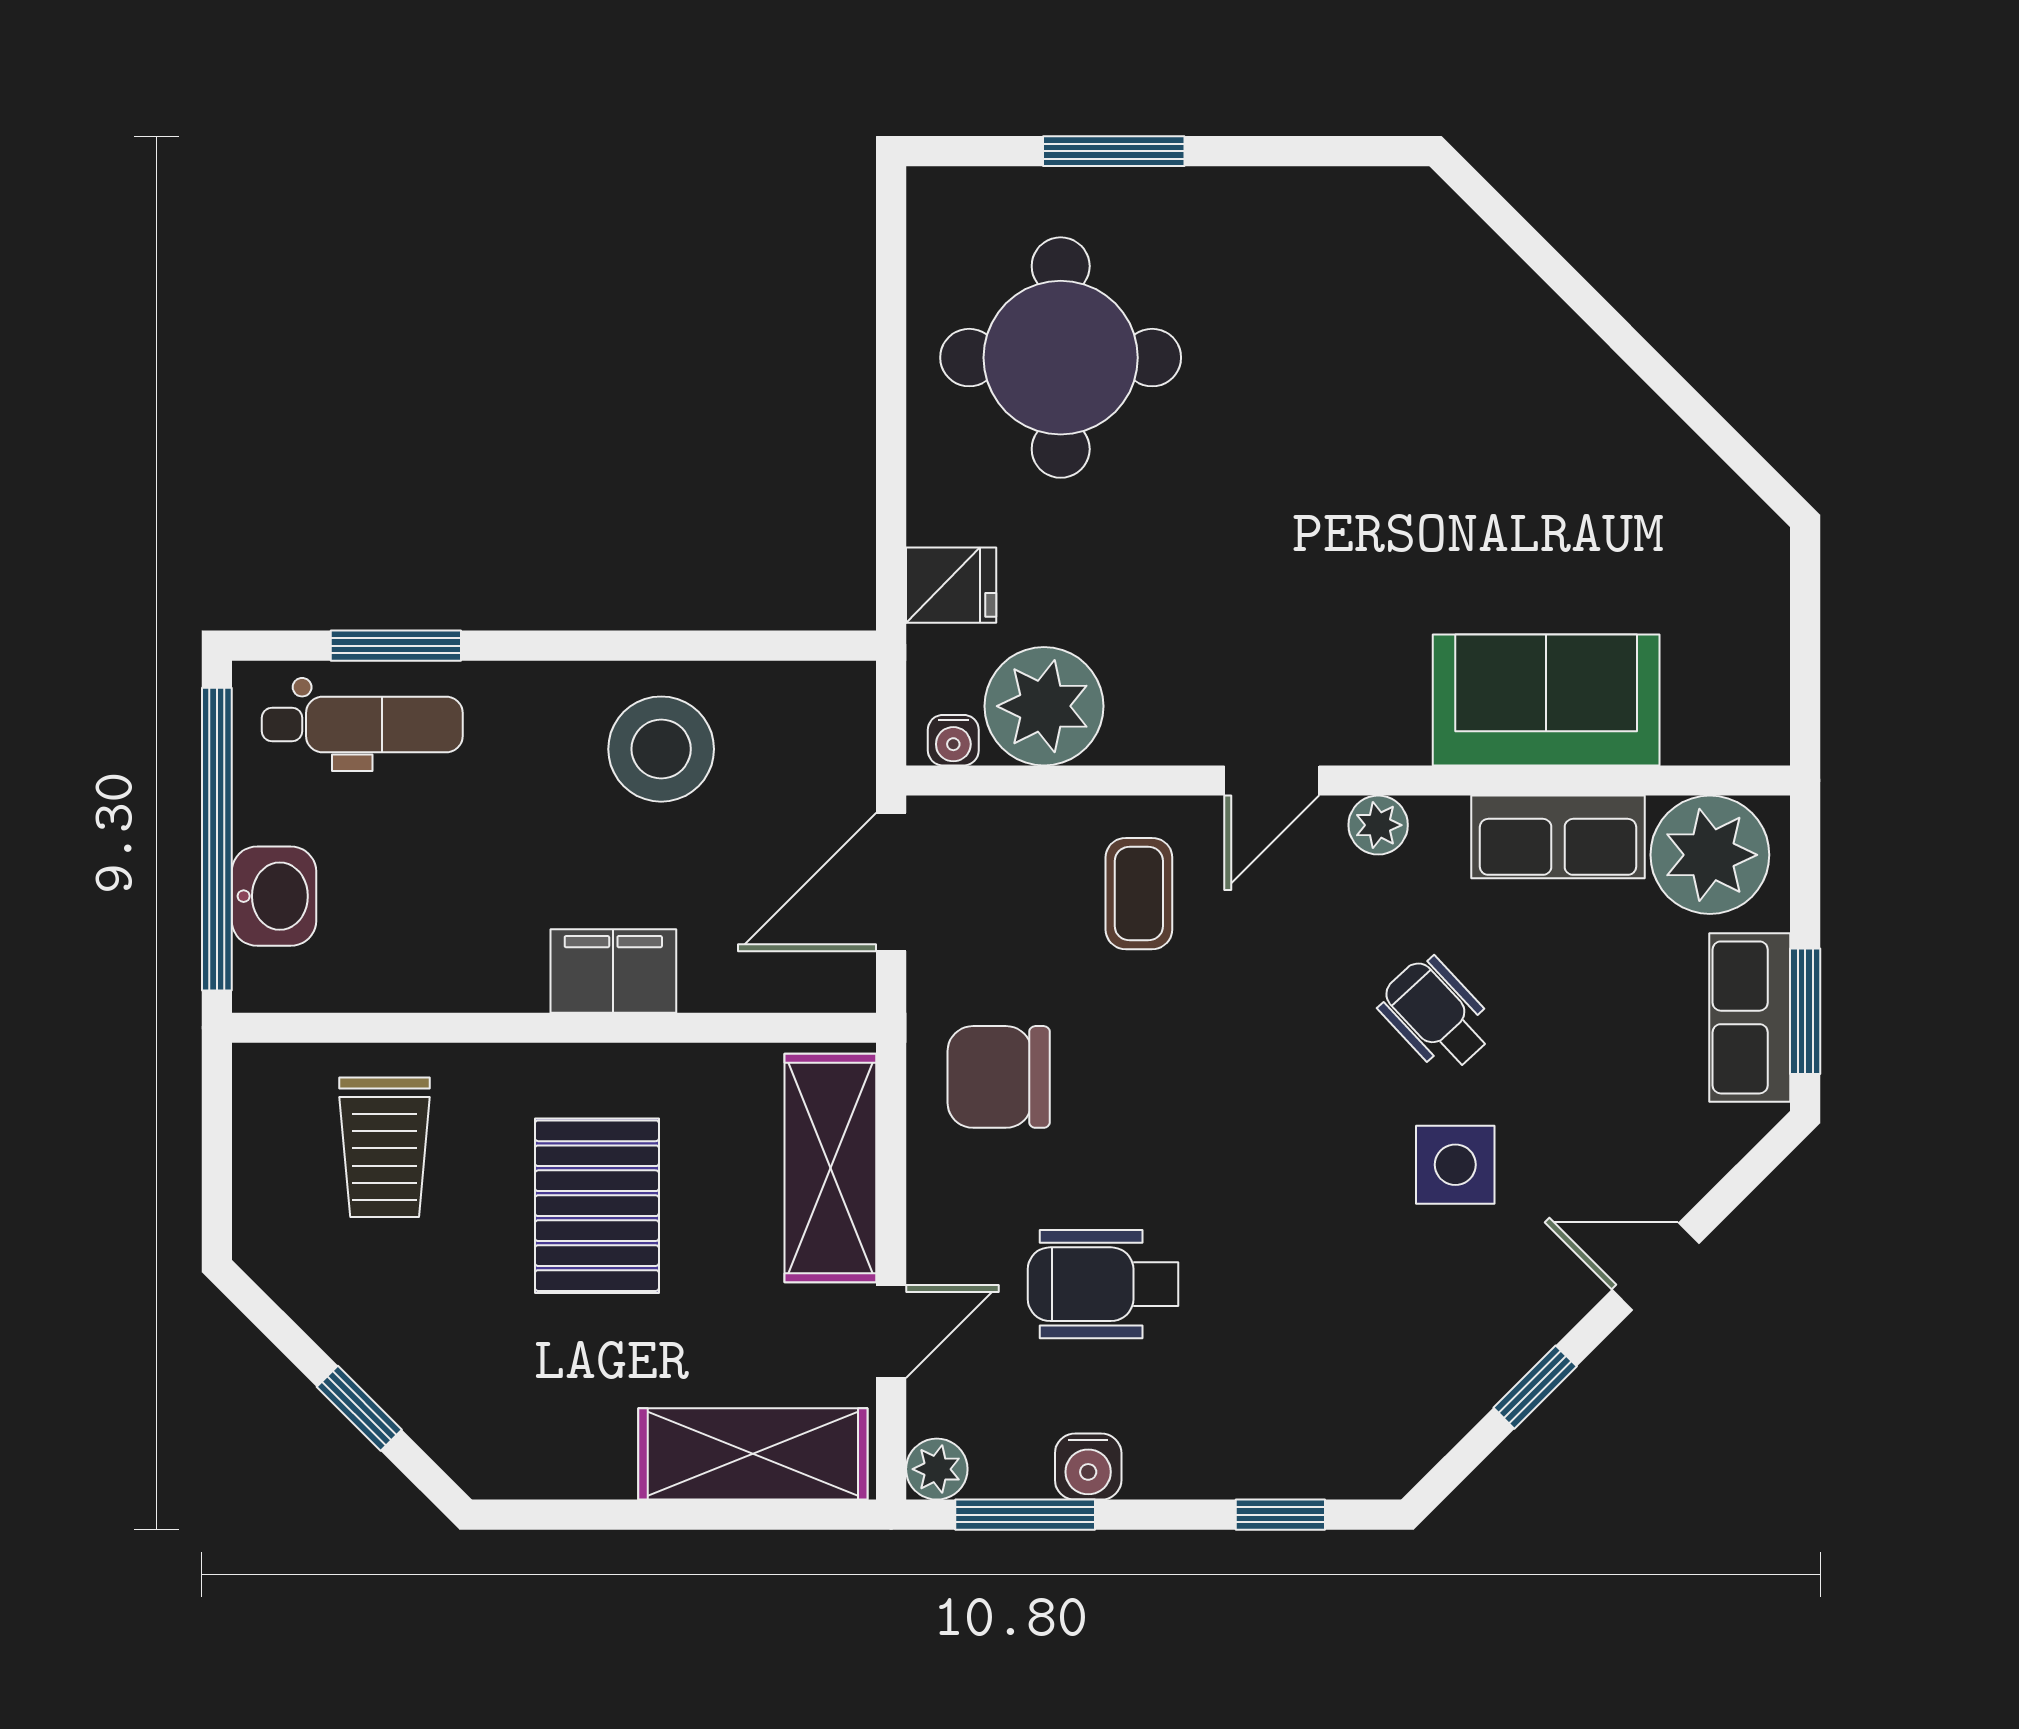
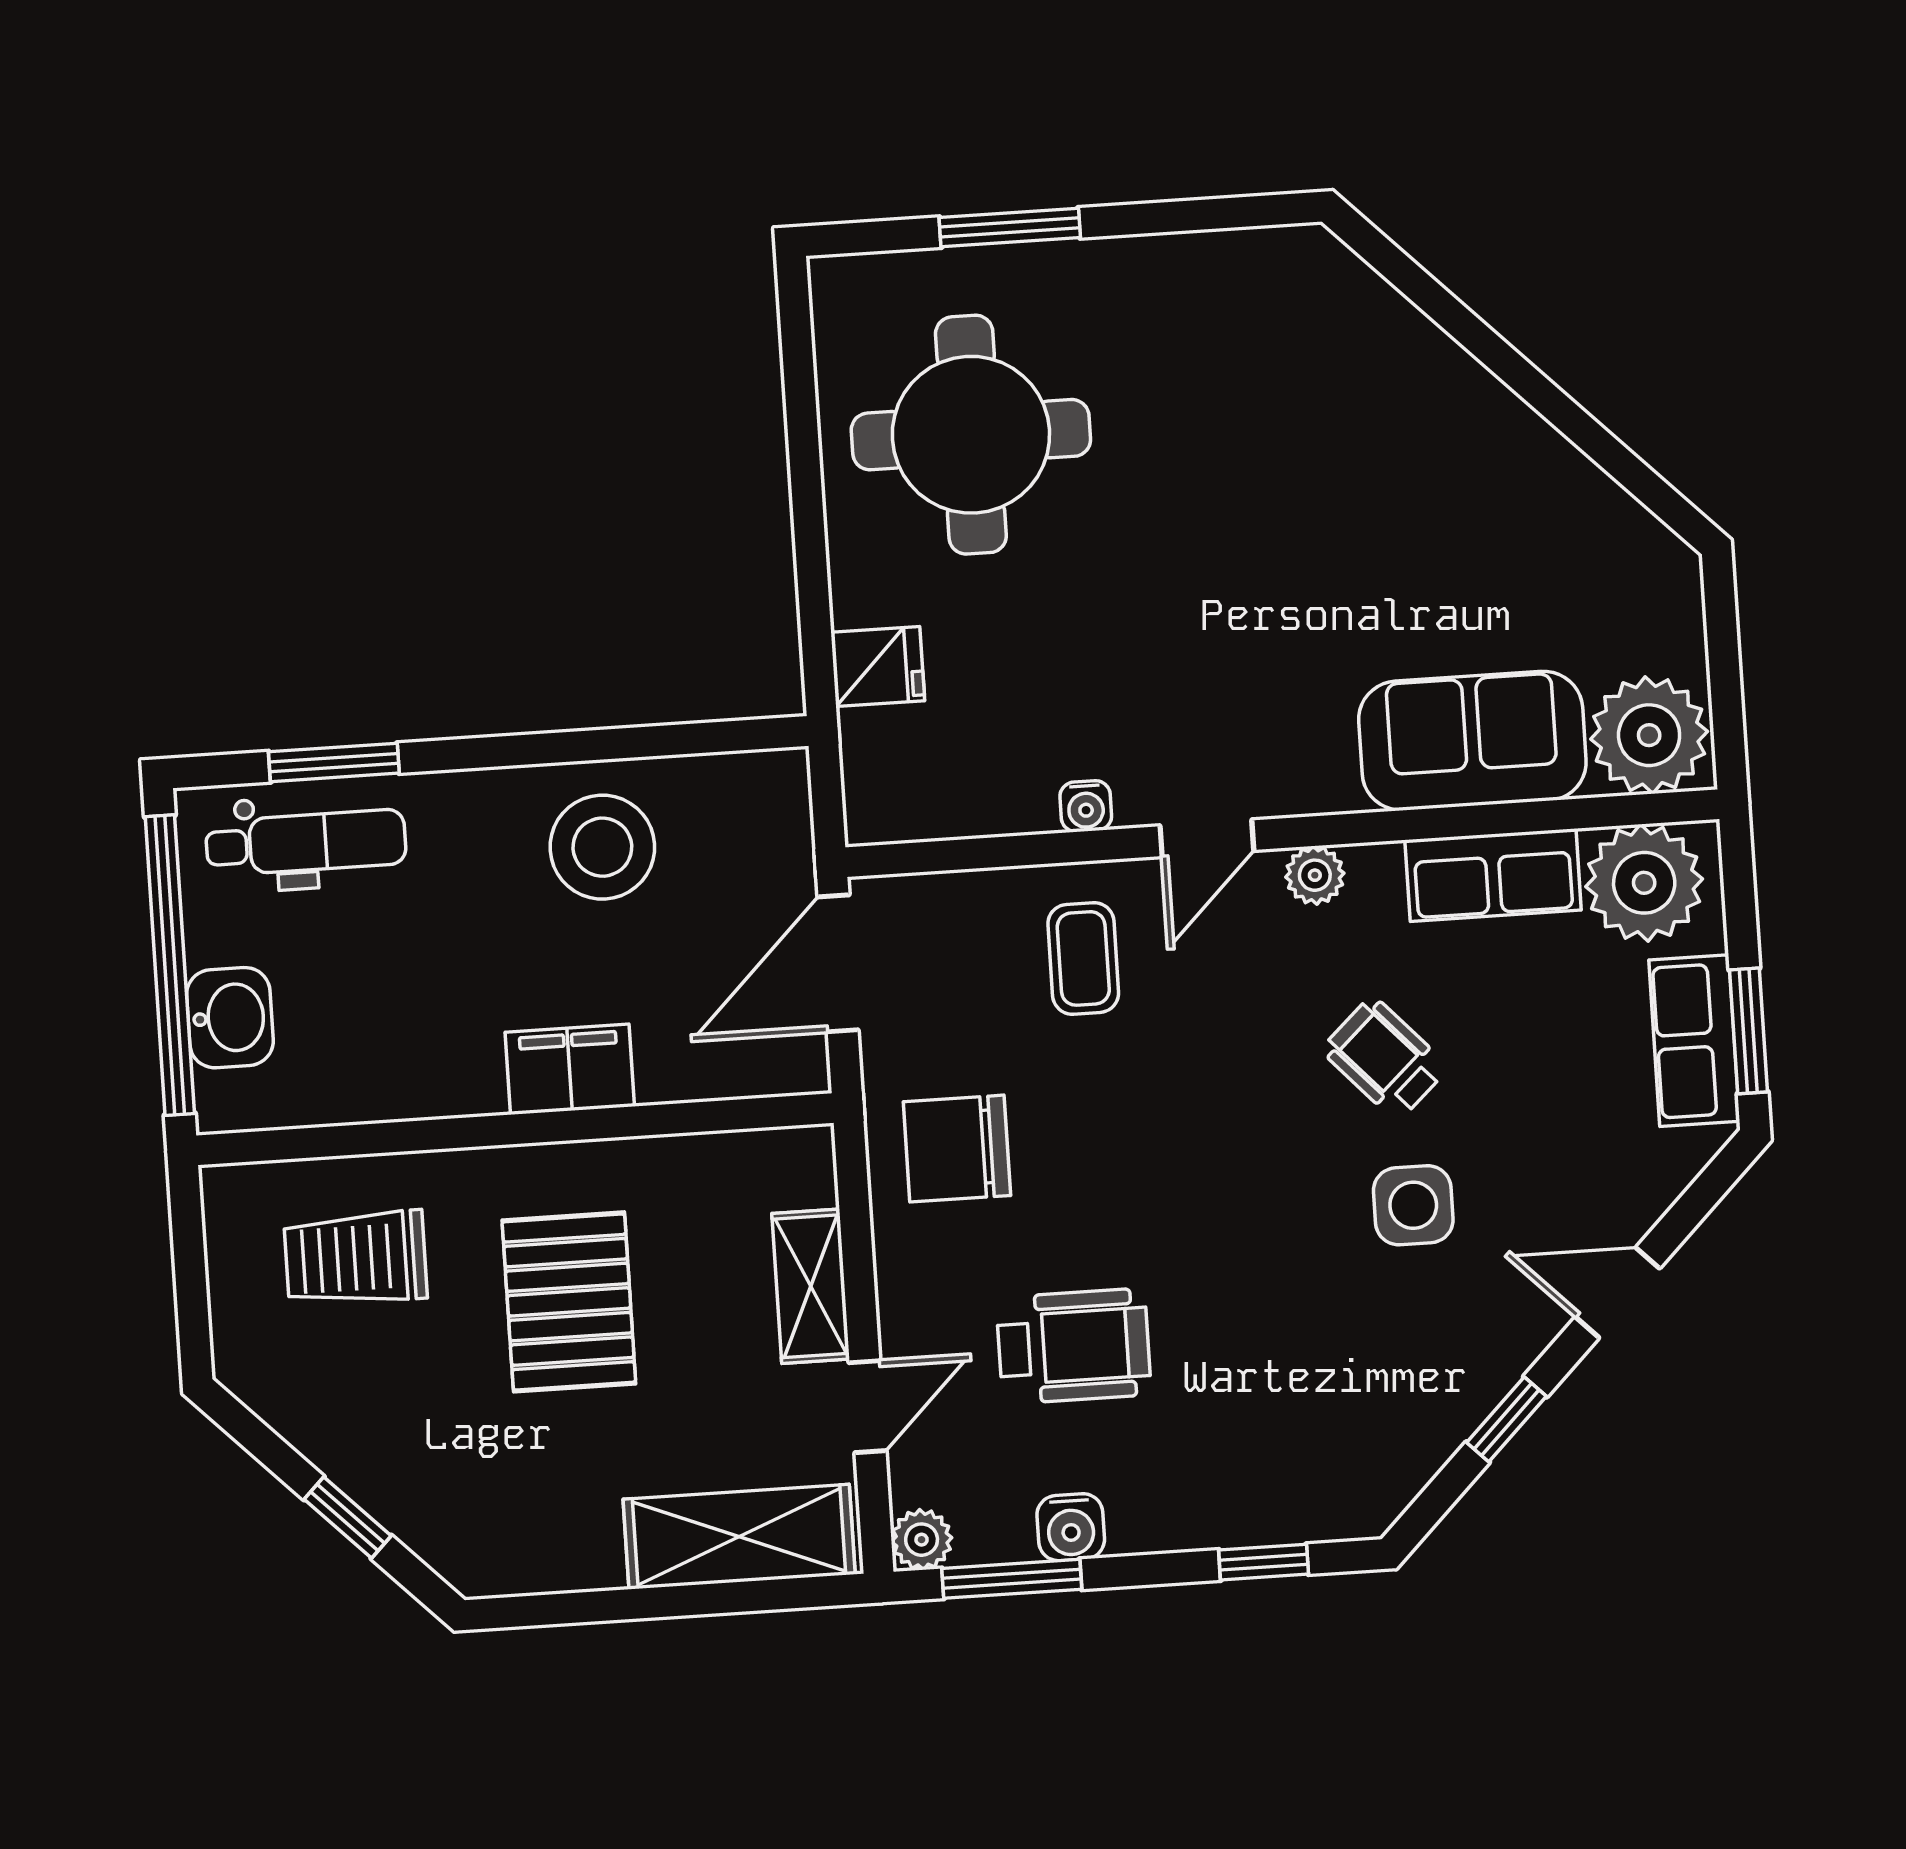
plant: (1044, 706) -> (1649, 735), moved
water cooler: (953, 740) -> (1086, 806), moved
trolley: (385, 1147) -> (356, 1258), turned 90
shelving: (830, 1168) -> (811, 1286), width x0.67, depth x0.75
wheelchair: (1103, 1284) -> (1074, 1346), turned 180

